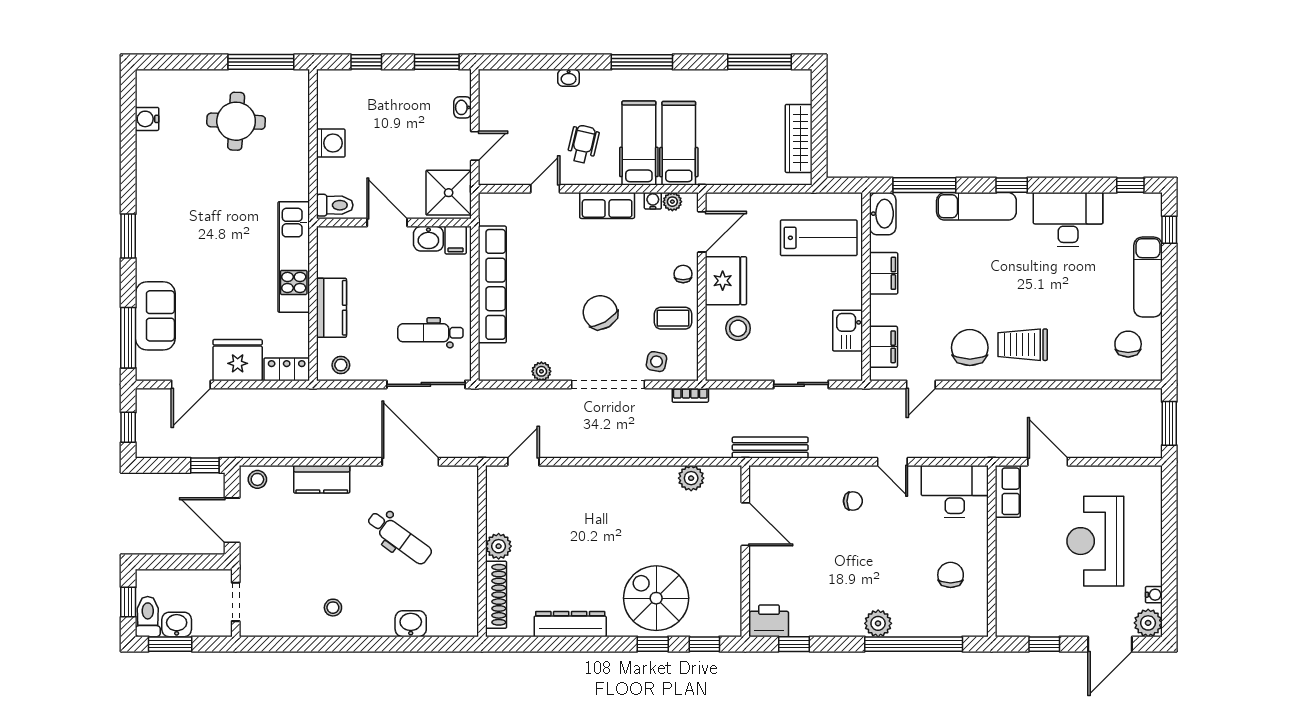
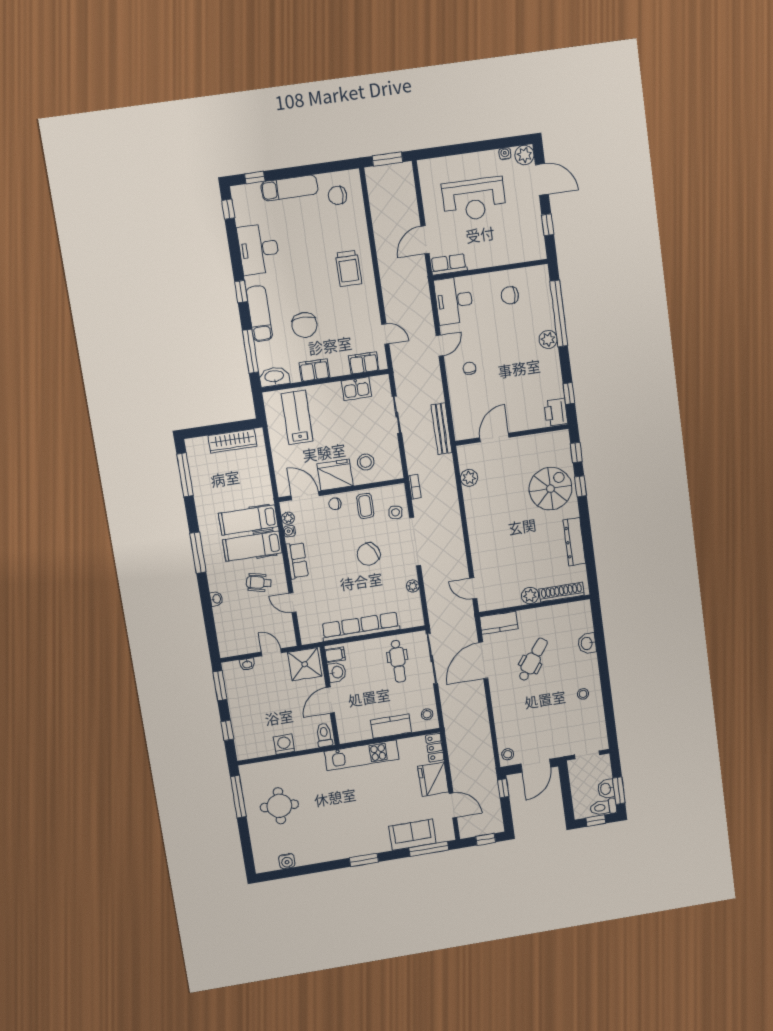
chair: (970, 348) -> (304, 325), moved, turned -90
kitchen counter: (322, 479) -> (499, 623), moved, turned 90
spiral stairs: (656, 598) -> (550, 489), turned 180

